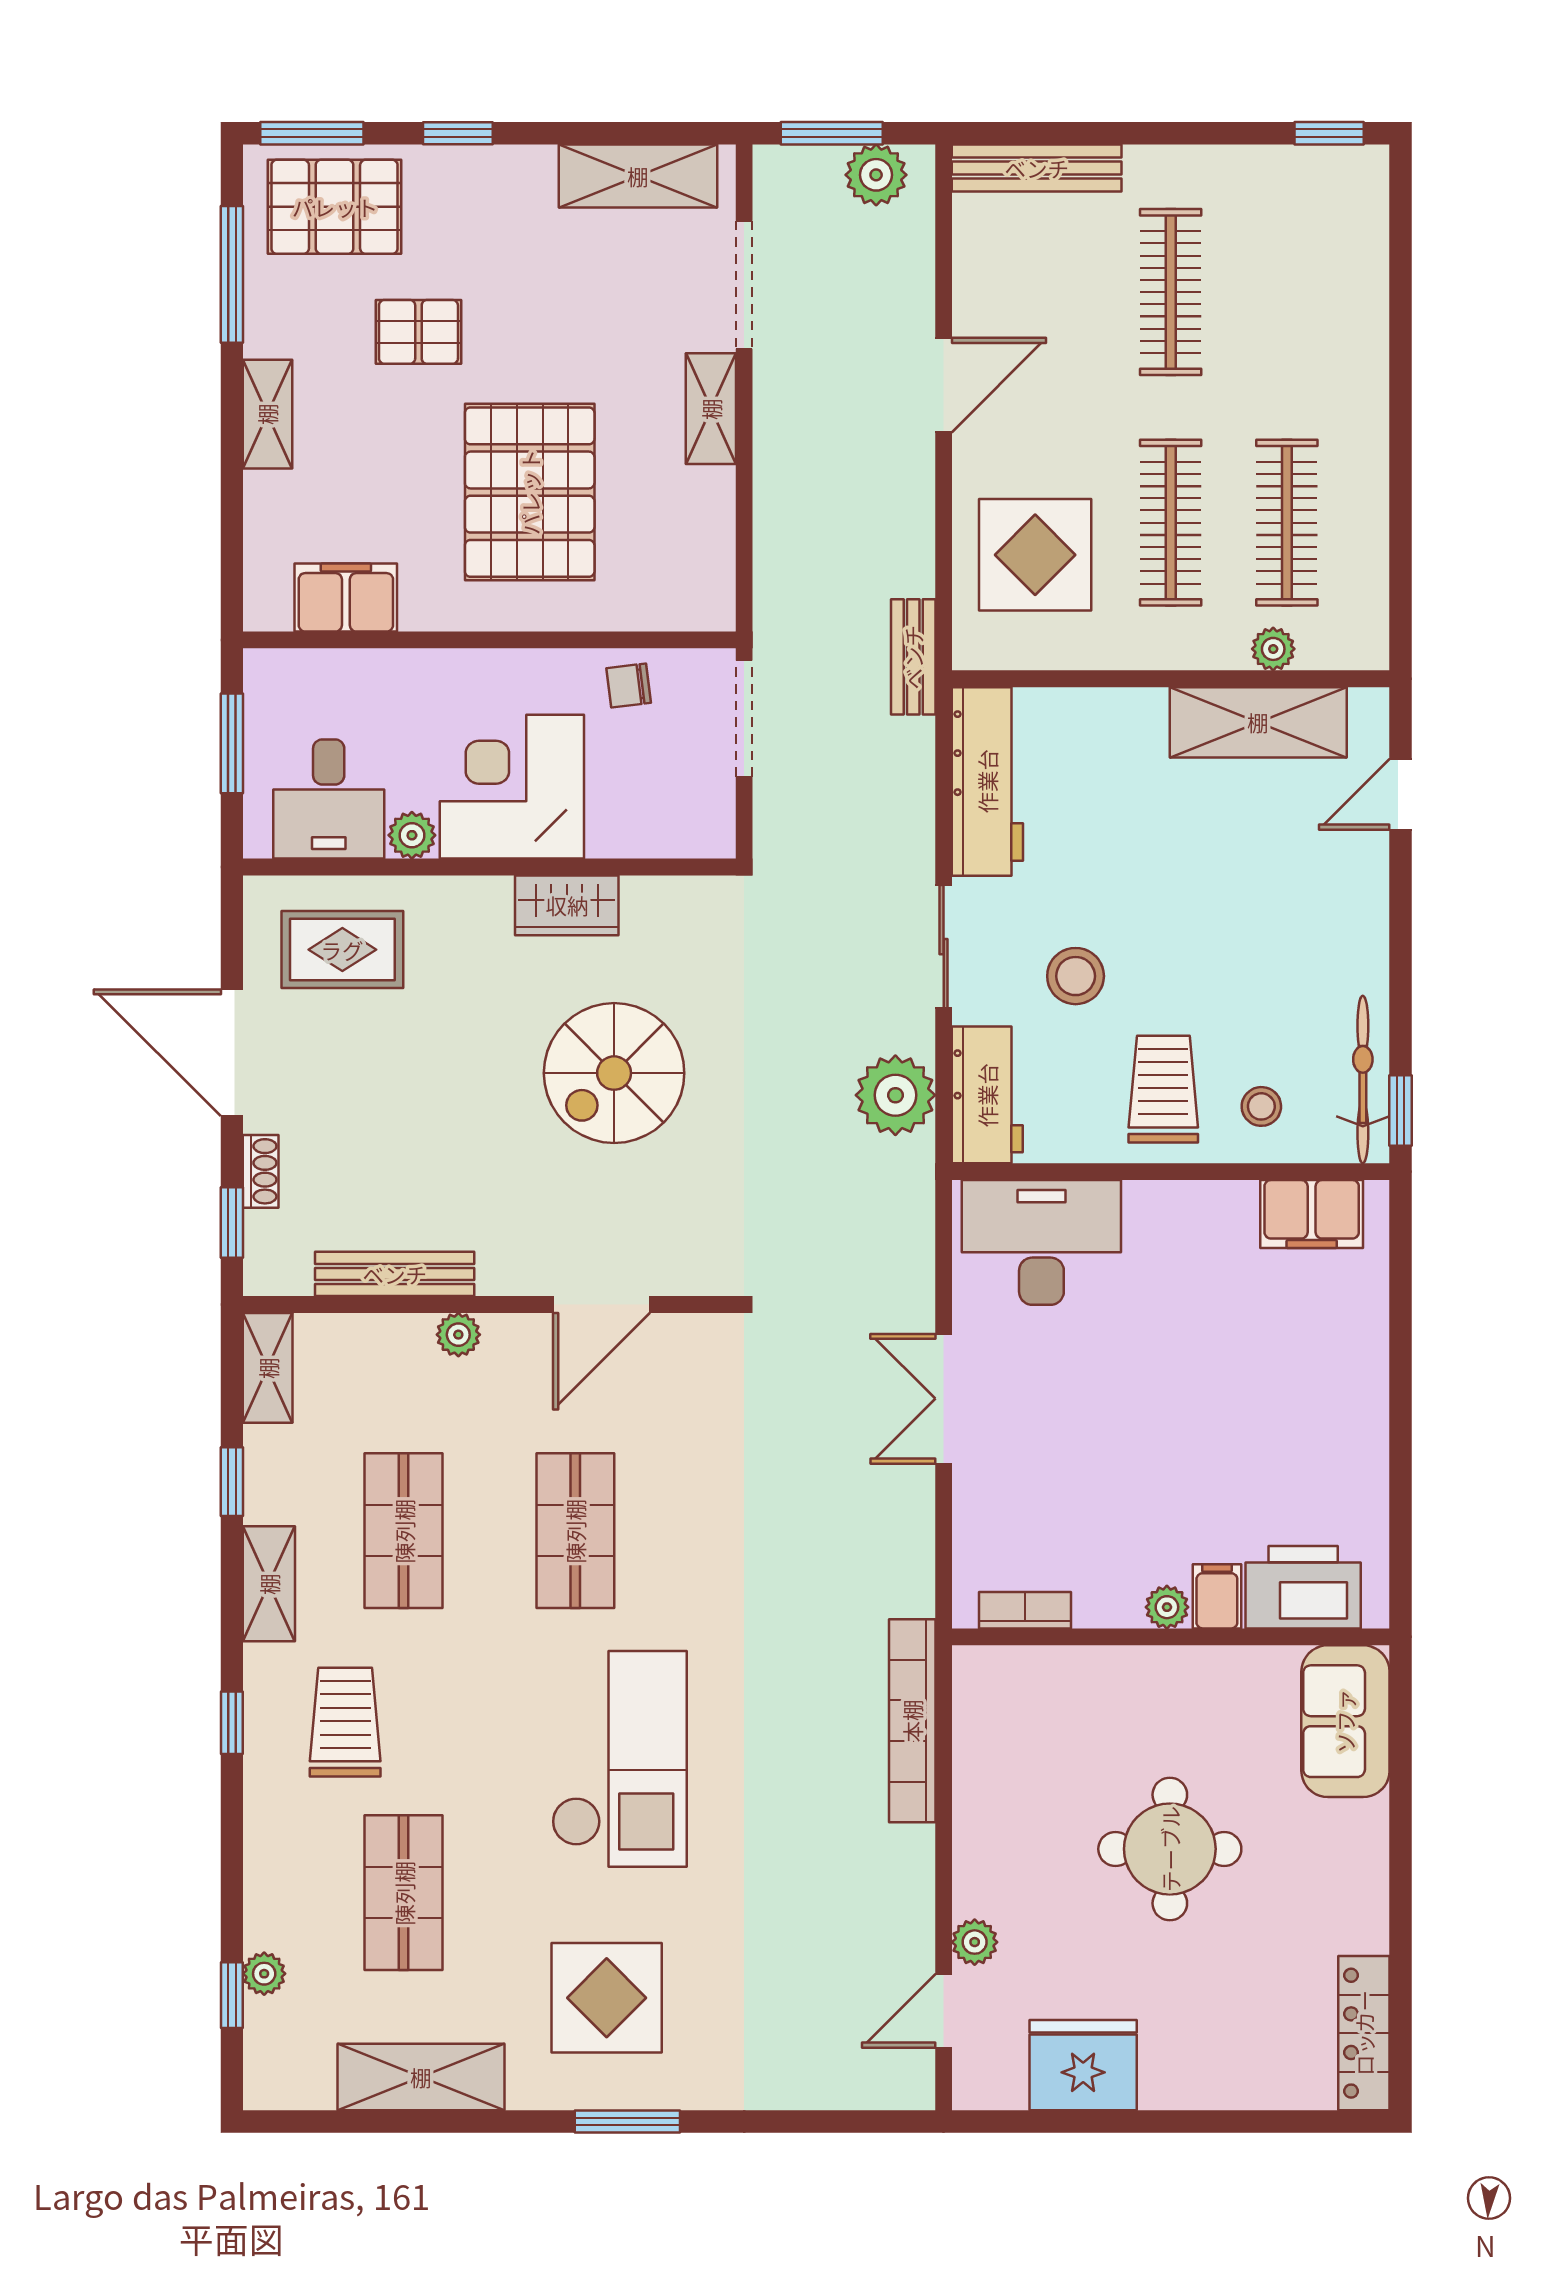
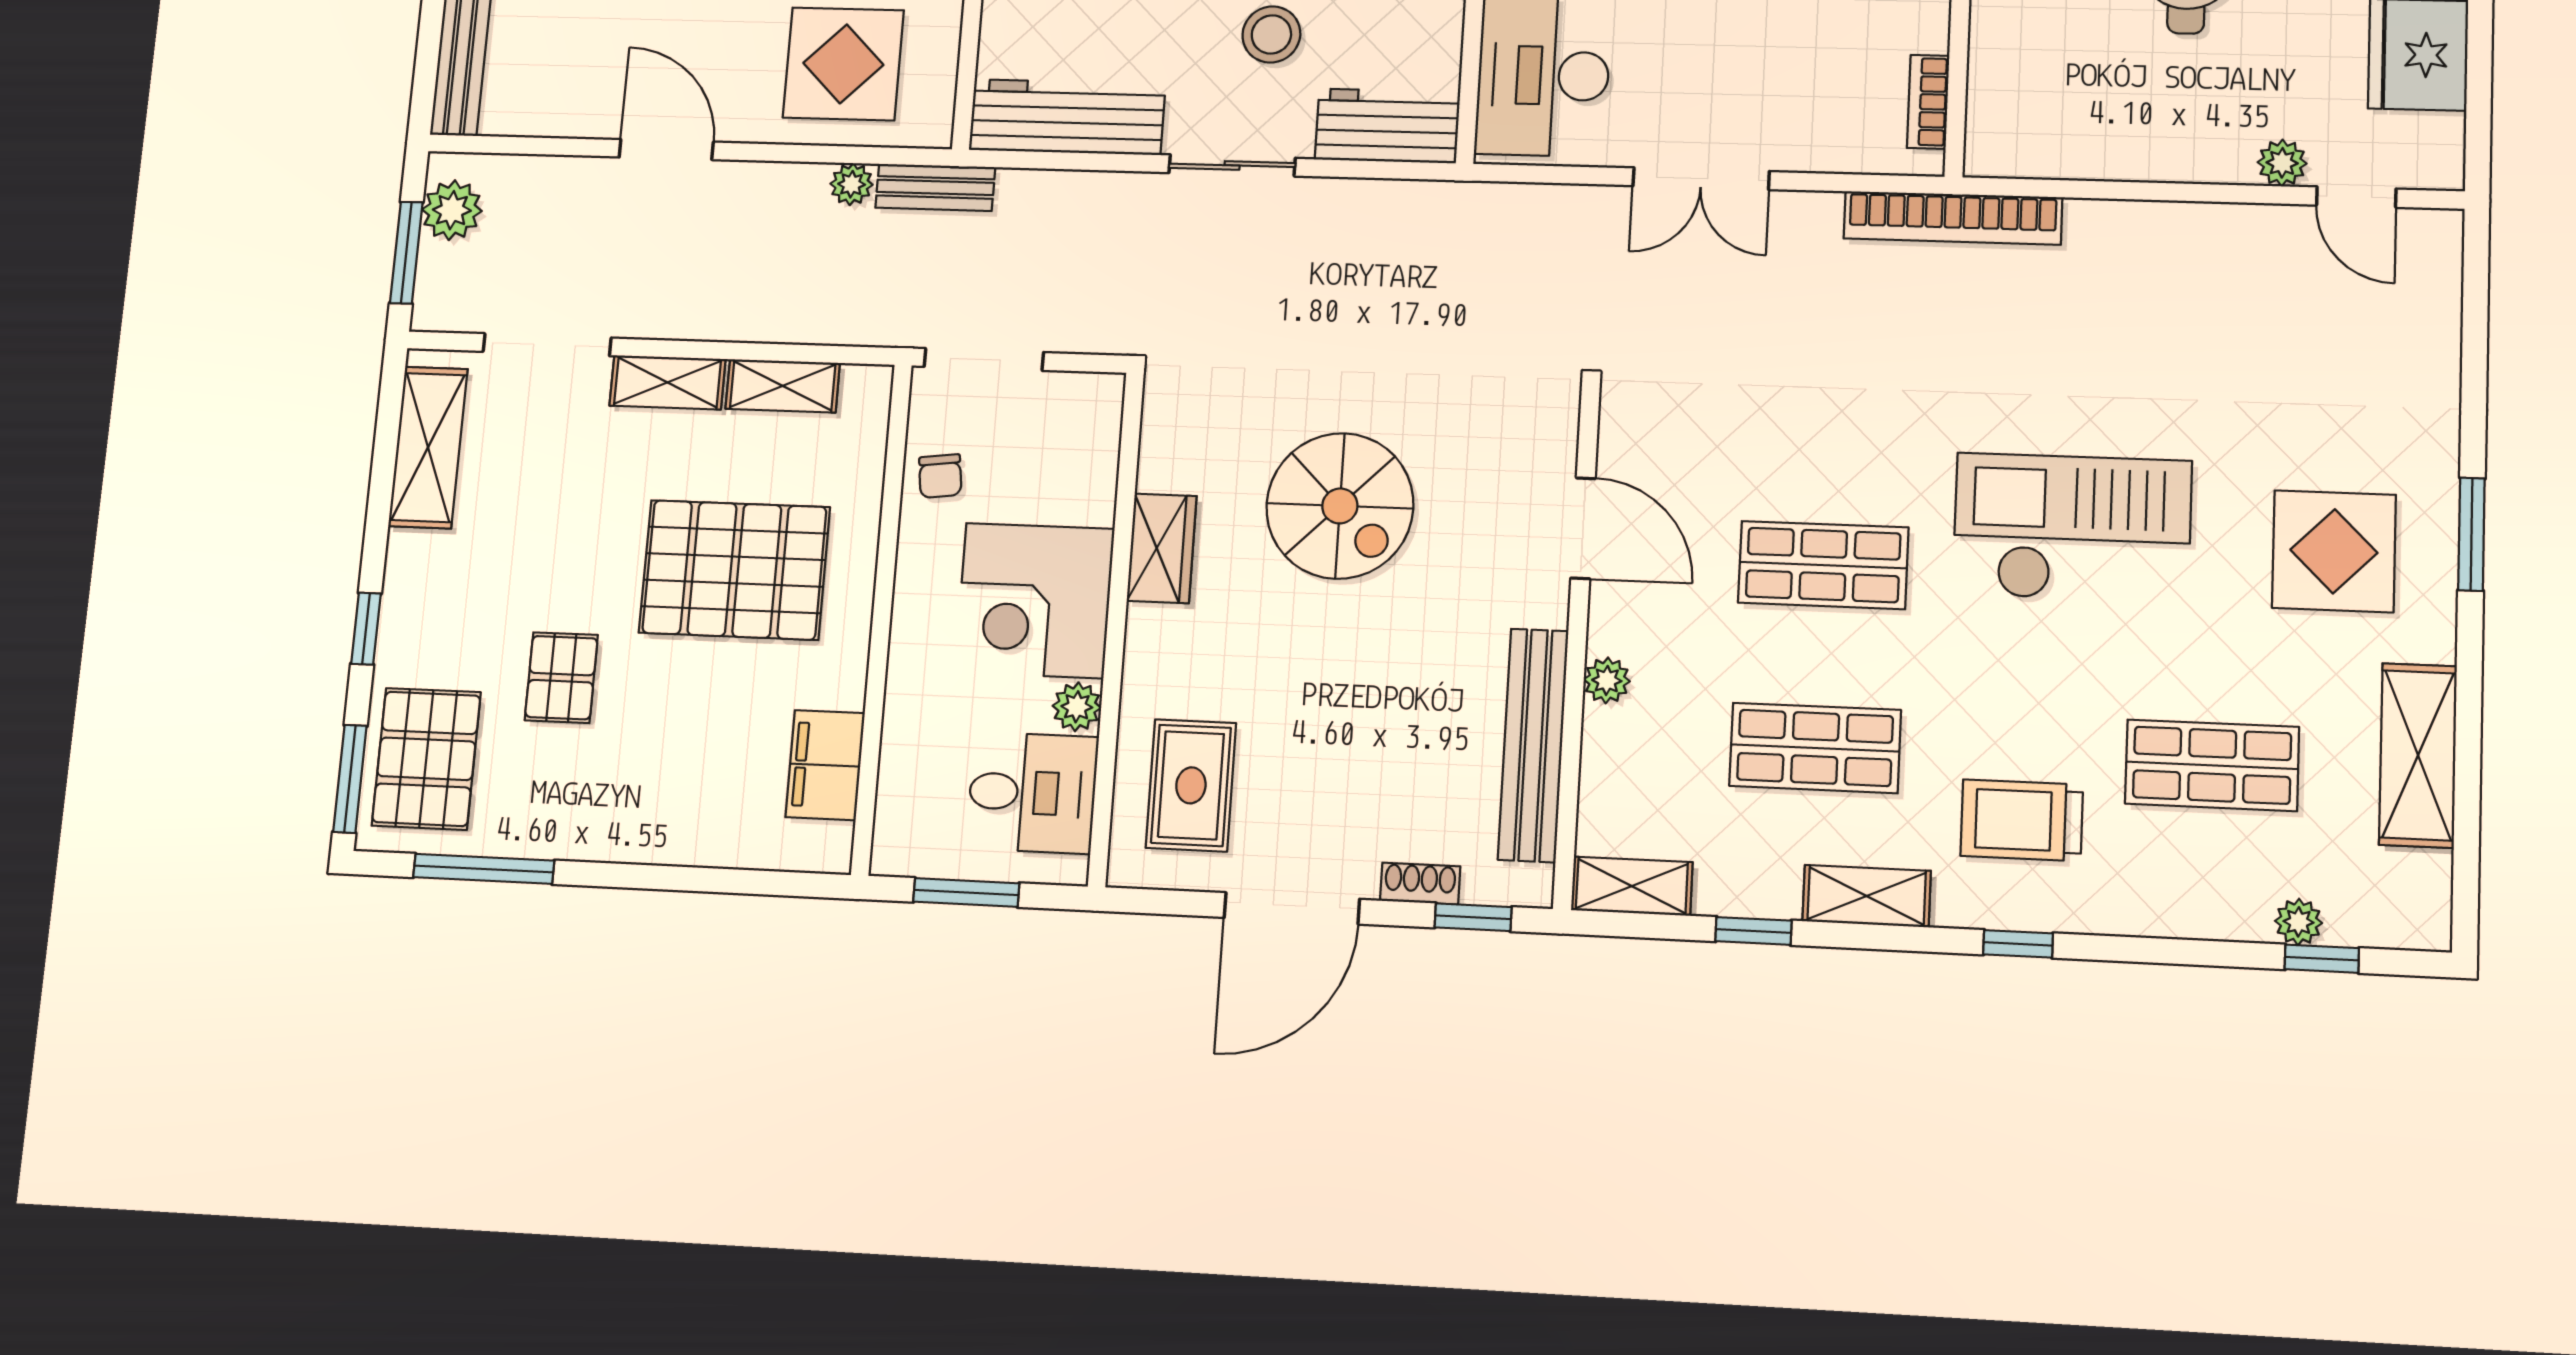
shelving: (267, 414) -> (783, 386), moved
plant: (895, 1095) -> (852, 184), moved, width x0.53, depth x0.53
bench: (395, 1274) -> (1533, 745), width x1.37, depth x1.21
bookcase: (912, 1721) -> (1953, 218), moved

